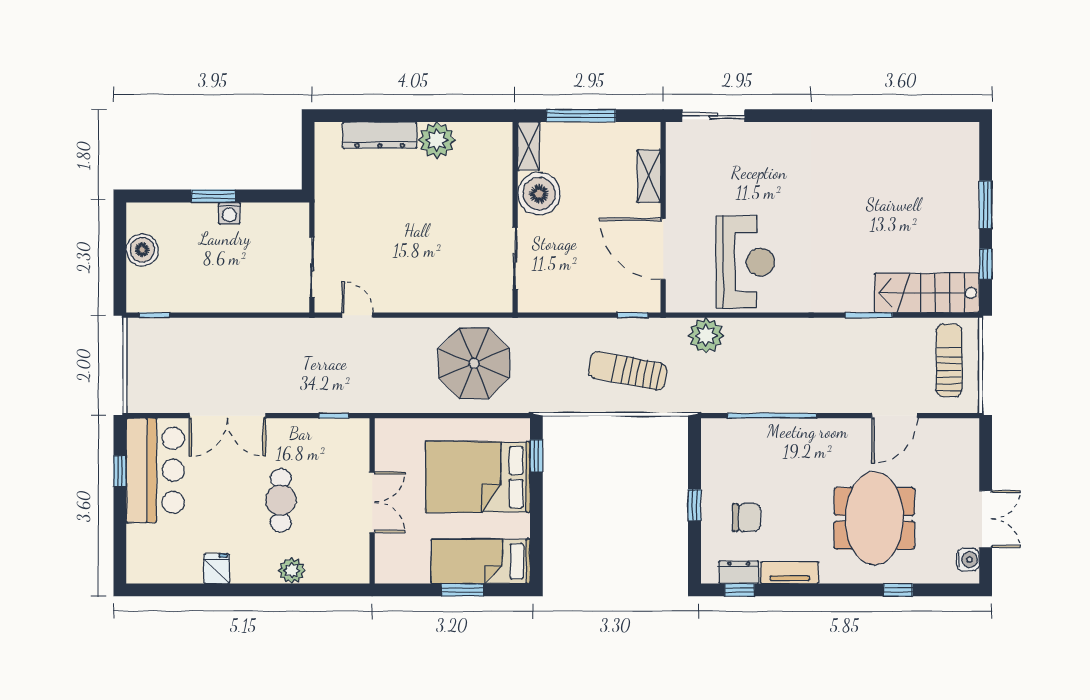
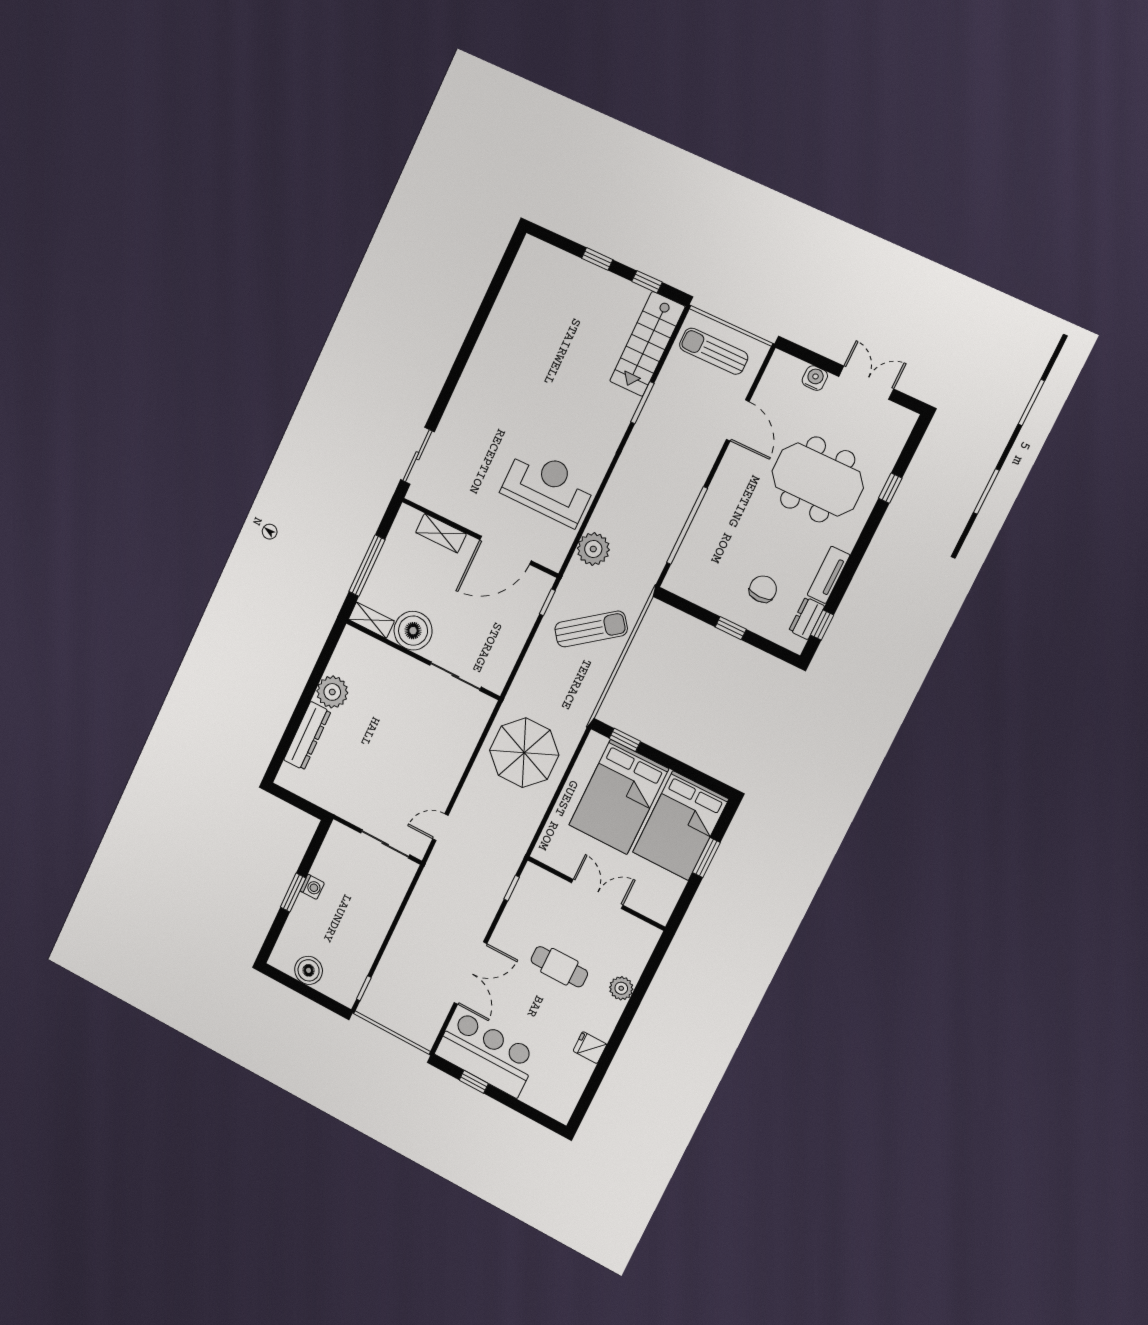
window: (986, 205) -> (597, 259), width x0.67
sun lounger: (628, 371) -> (591, 629), turned -138
water cooler: (968, 560) -> (815, 378), moved
bed: (481, 561) -> (681, 826), width x1.50

